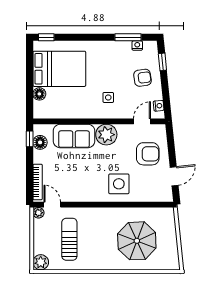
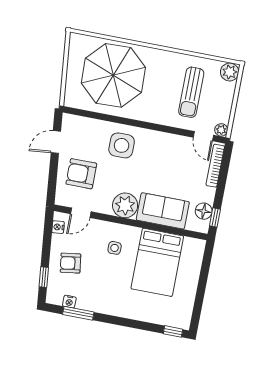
bed: (59, 69) -> (157, 262), moved, turned -90
floor lamp: (39, 94) -> (194, 267), removed
parasol: (137, 241) -> (113, 75), width x1.36, depth x1.36

